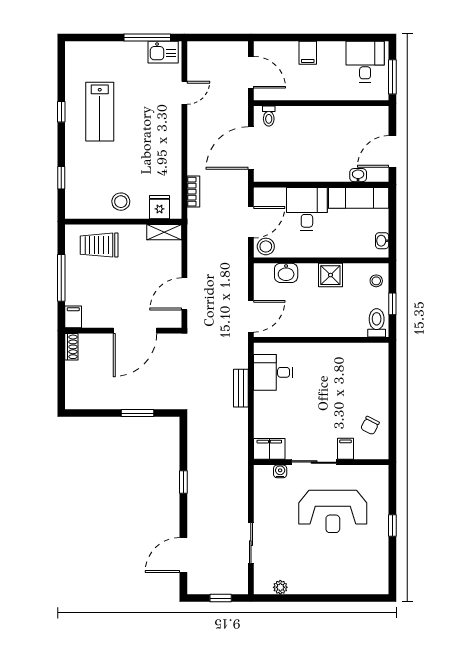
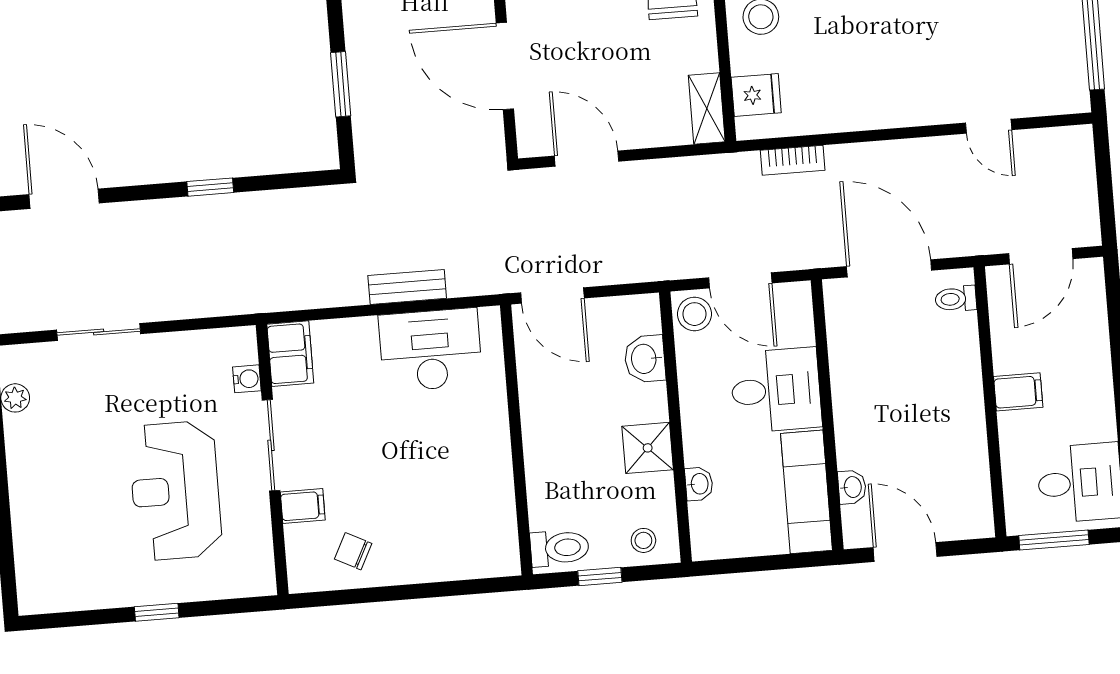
kitchen sink: (163, 52) -> (1067, 77), removed
filing cabinet: (308, 53) -> (1018, 392), moved, turned 180
washbasin: (382, 241) -> (699, 484), moved, turned 90
desk: (273, 372) -> (430, 350), width x1.37

